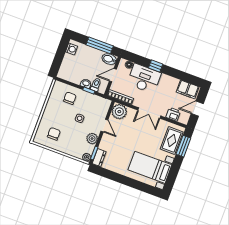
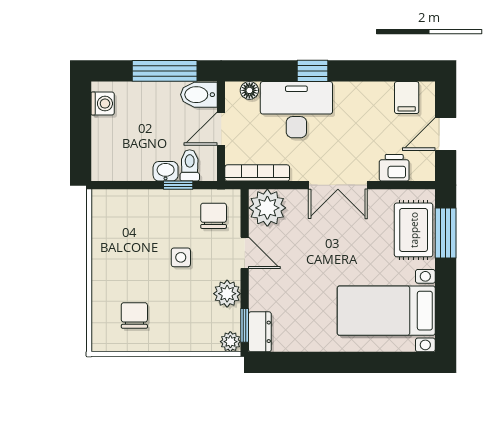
filing cabinet: (188, 89) -> (407, 98), width x0.50
chair: (70, 98) -> (214, 216), moved

